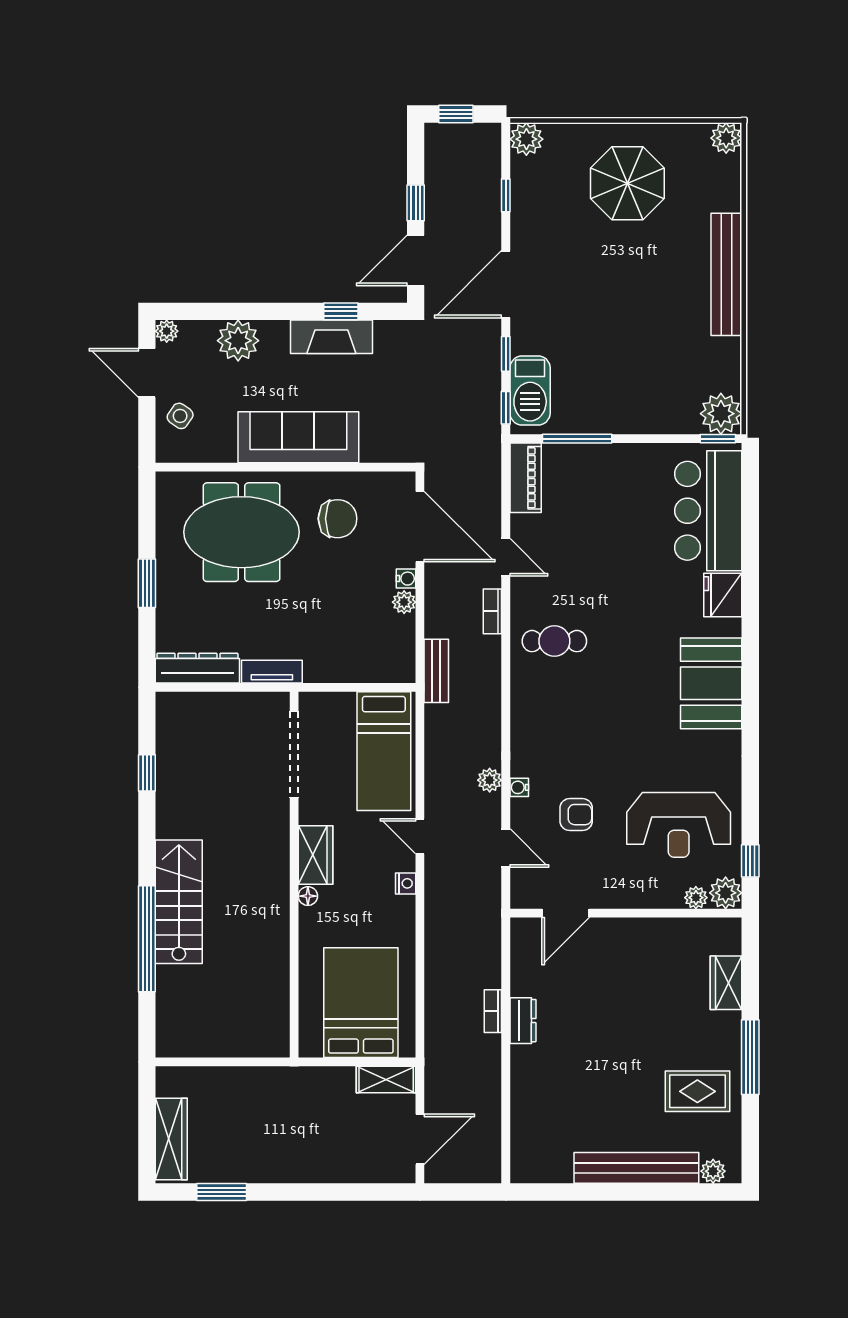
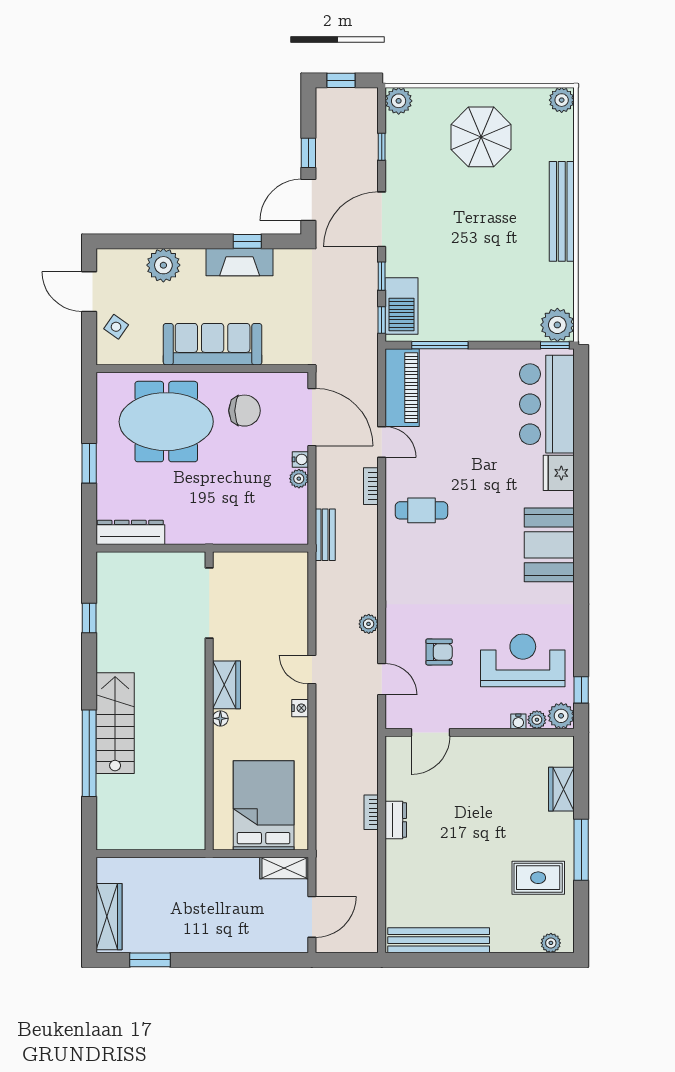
plant: (167, 331) -> (105, 258), removed
piano: (526, 478) -> (402, 388), width x1.37, depth x1.33
tv unit: (272, 672) -> (191, 535), removed
bed: (384, 751) -> (282, 600), removed
water cooler: (519, 787) -> (518, 721), moved, turned -90
reception desk: (679, 825) -> (523, 660), turned 180
bench: (636, 1168) -> (439, 940), moved

